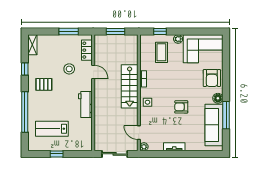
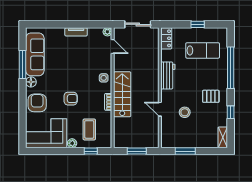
locker: (87, 50) -> (166, 38), moved
armchair: (181, 107) -> (71, 99), moved

